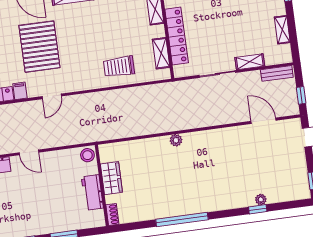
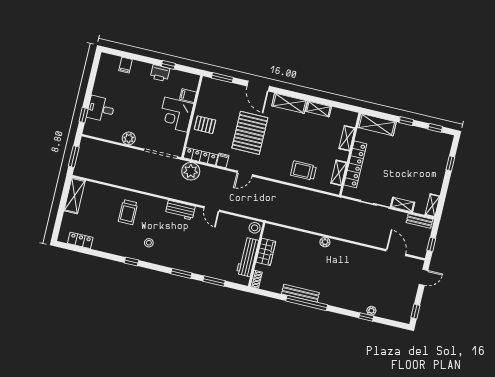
shelving: (282, 30) -> (432, 205), moved
workbench: (92, 192) -> (247, 257), width x1.38
bench: (170, 211) -> (300, 293), added

